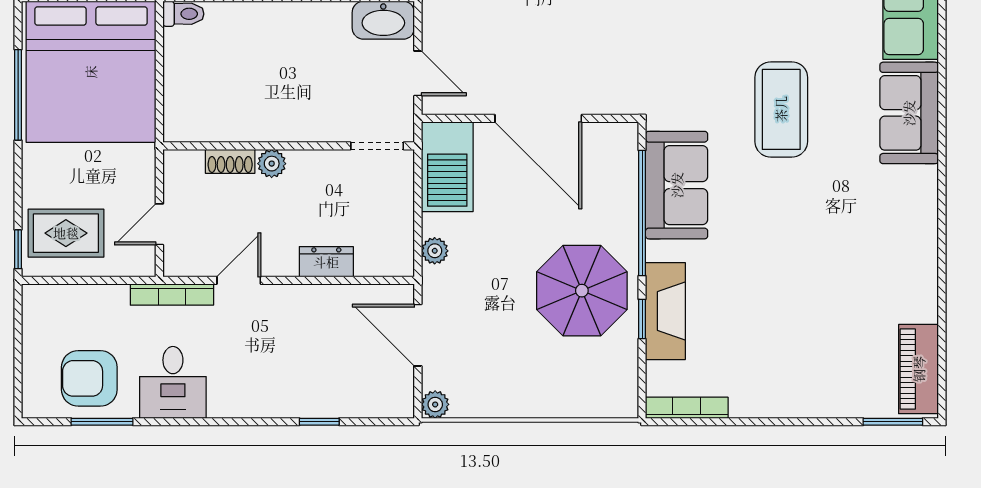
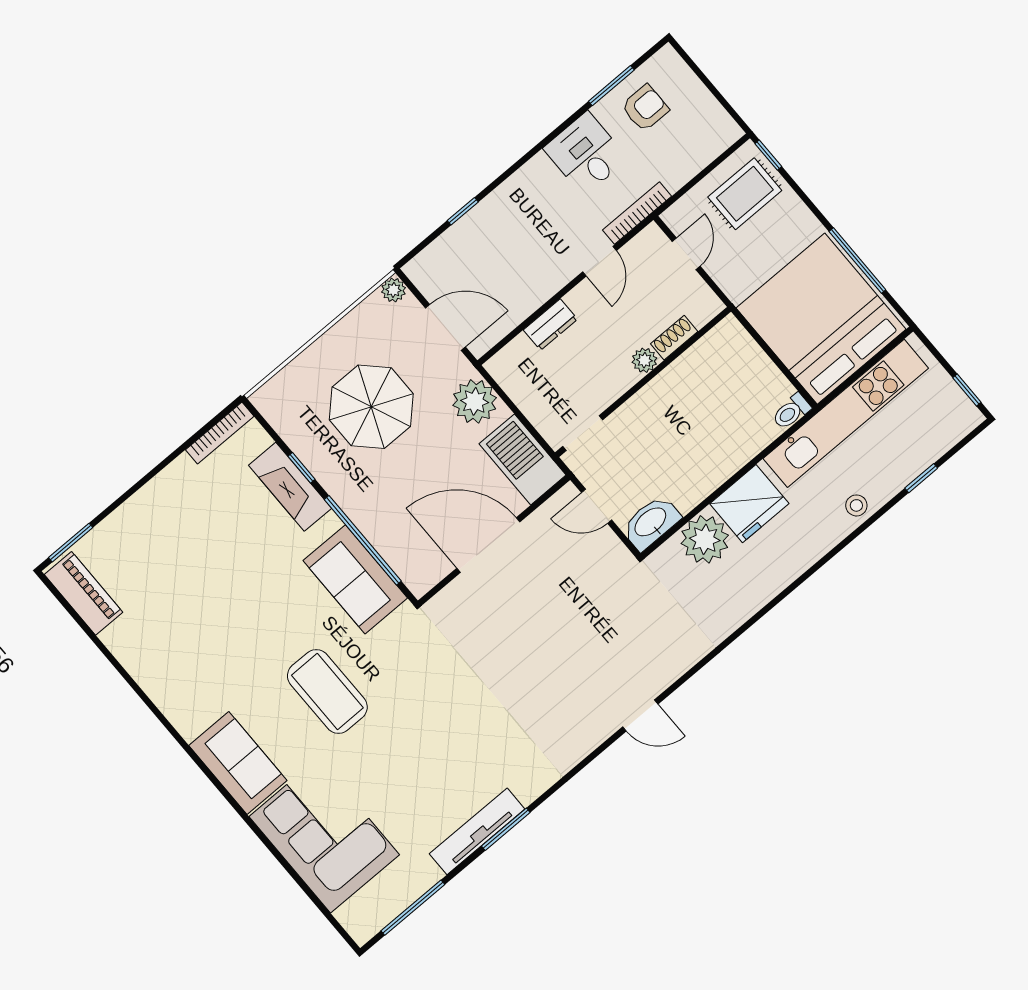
plant: (435, 251) -> (475, 401), width x1.88, depth x1.88
parasol: (582, 291) -> (371, 407), moved
armchair: (89, 378) -> (645, 108), width x0.72, depth x0.72

